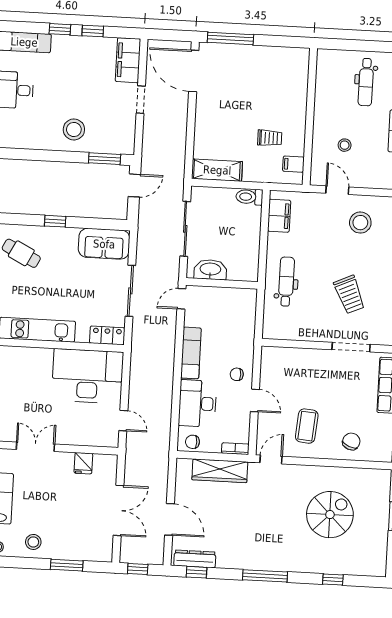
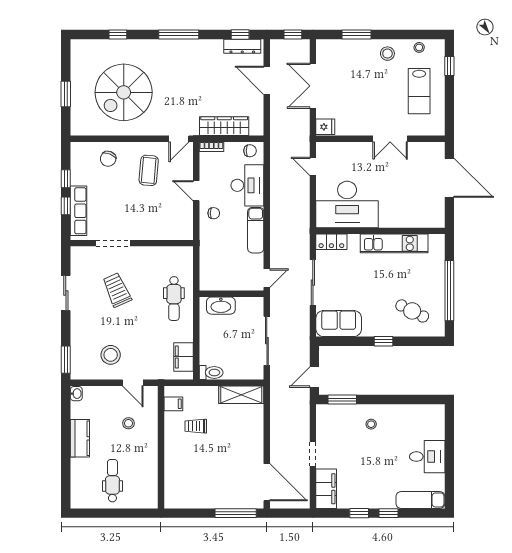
stool: (74, 129) -> (371, 424), width x0.53, depth x0.53
washbasin: (210, 270) -> (221, 306), moved
fridge: (83, 463) -> (325, 127), moved, turned 90
spiral stairs: (330, 515) -> (124, 92), width x1.37, depth x1.37

